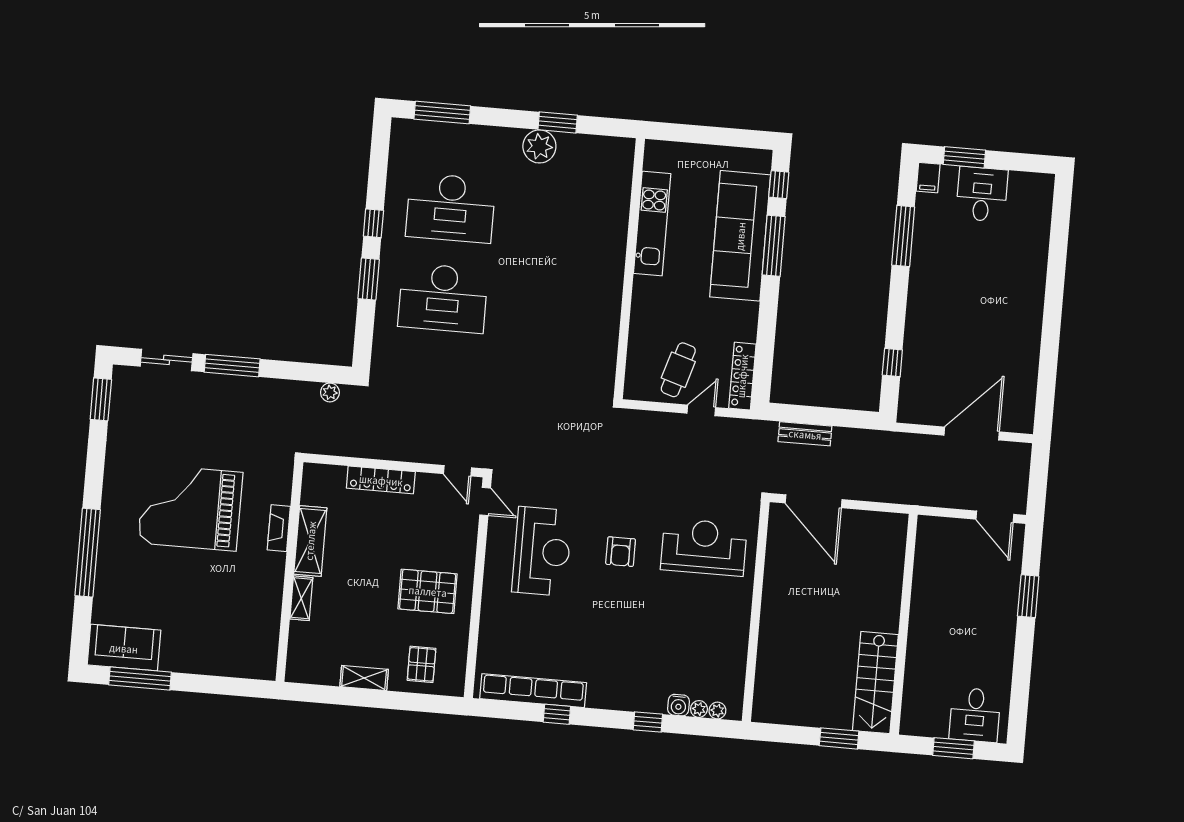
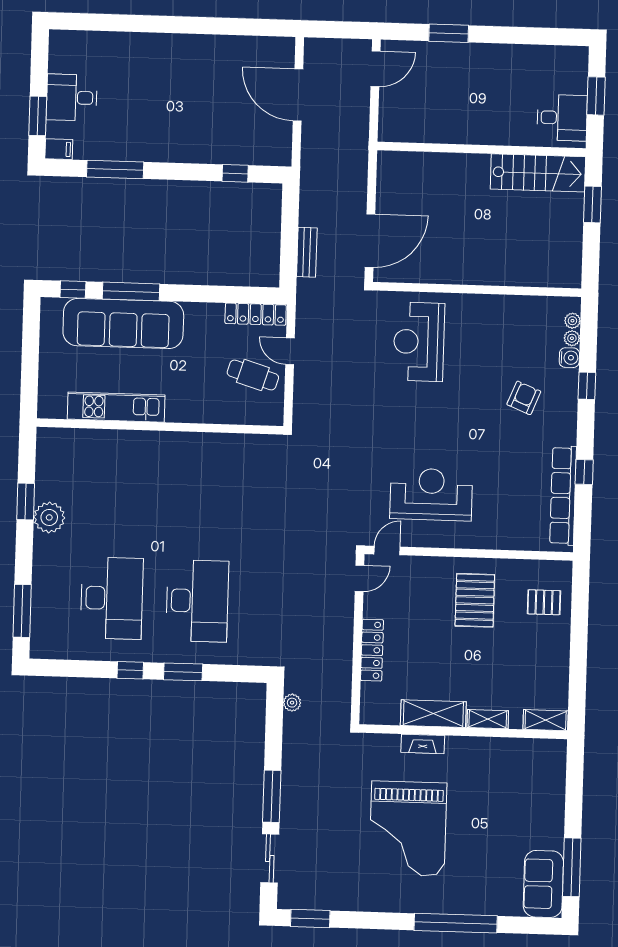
armchair: (621, 552) -> (524, 398), moved, turned -68
shelving: (364, 678) -> (546, 720), moved, turned 90
desk: (975, 715) -> (562, 118), moved

